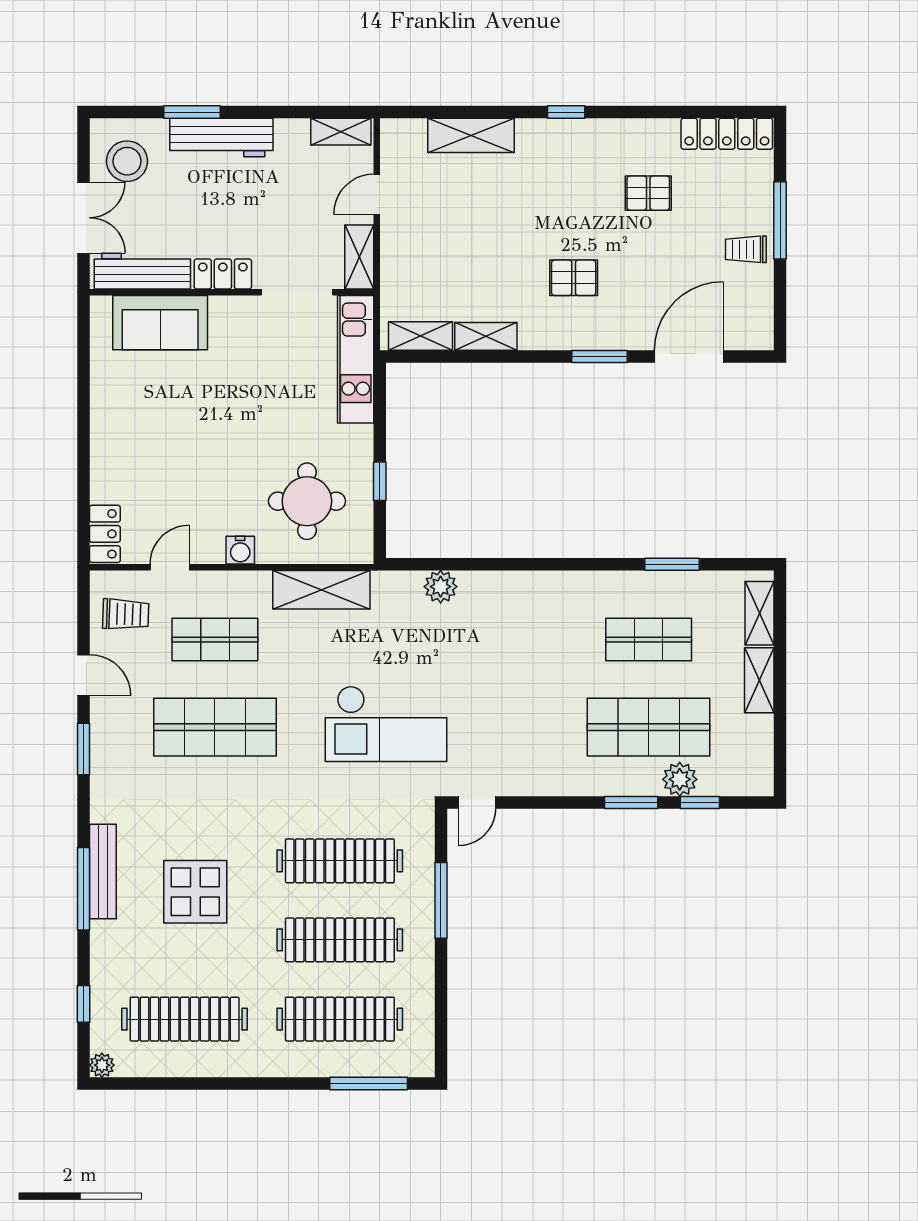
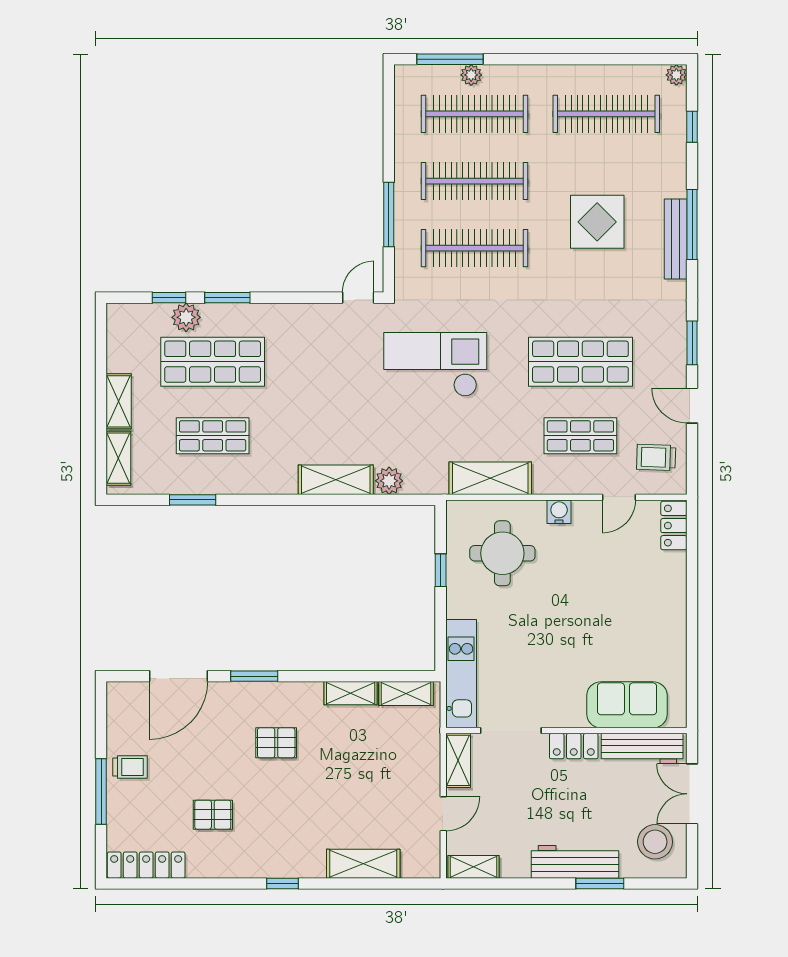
shelving: (503, 588) -> (336, 480), added
plant: (344, 1065) -> (471, 75), added

